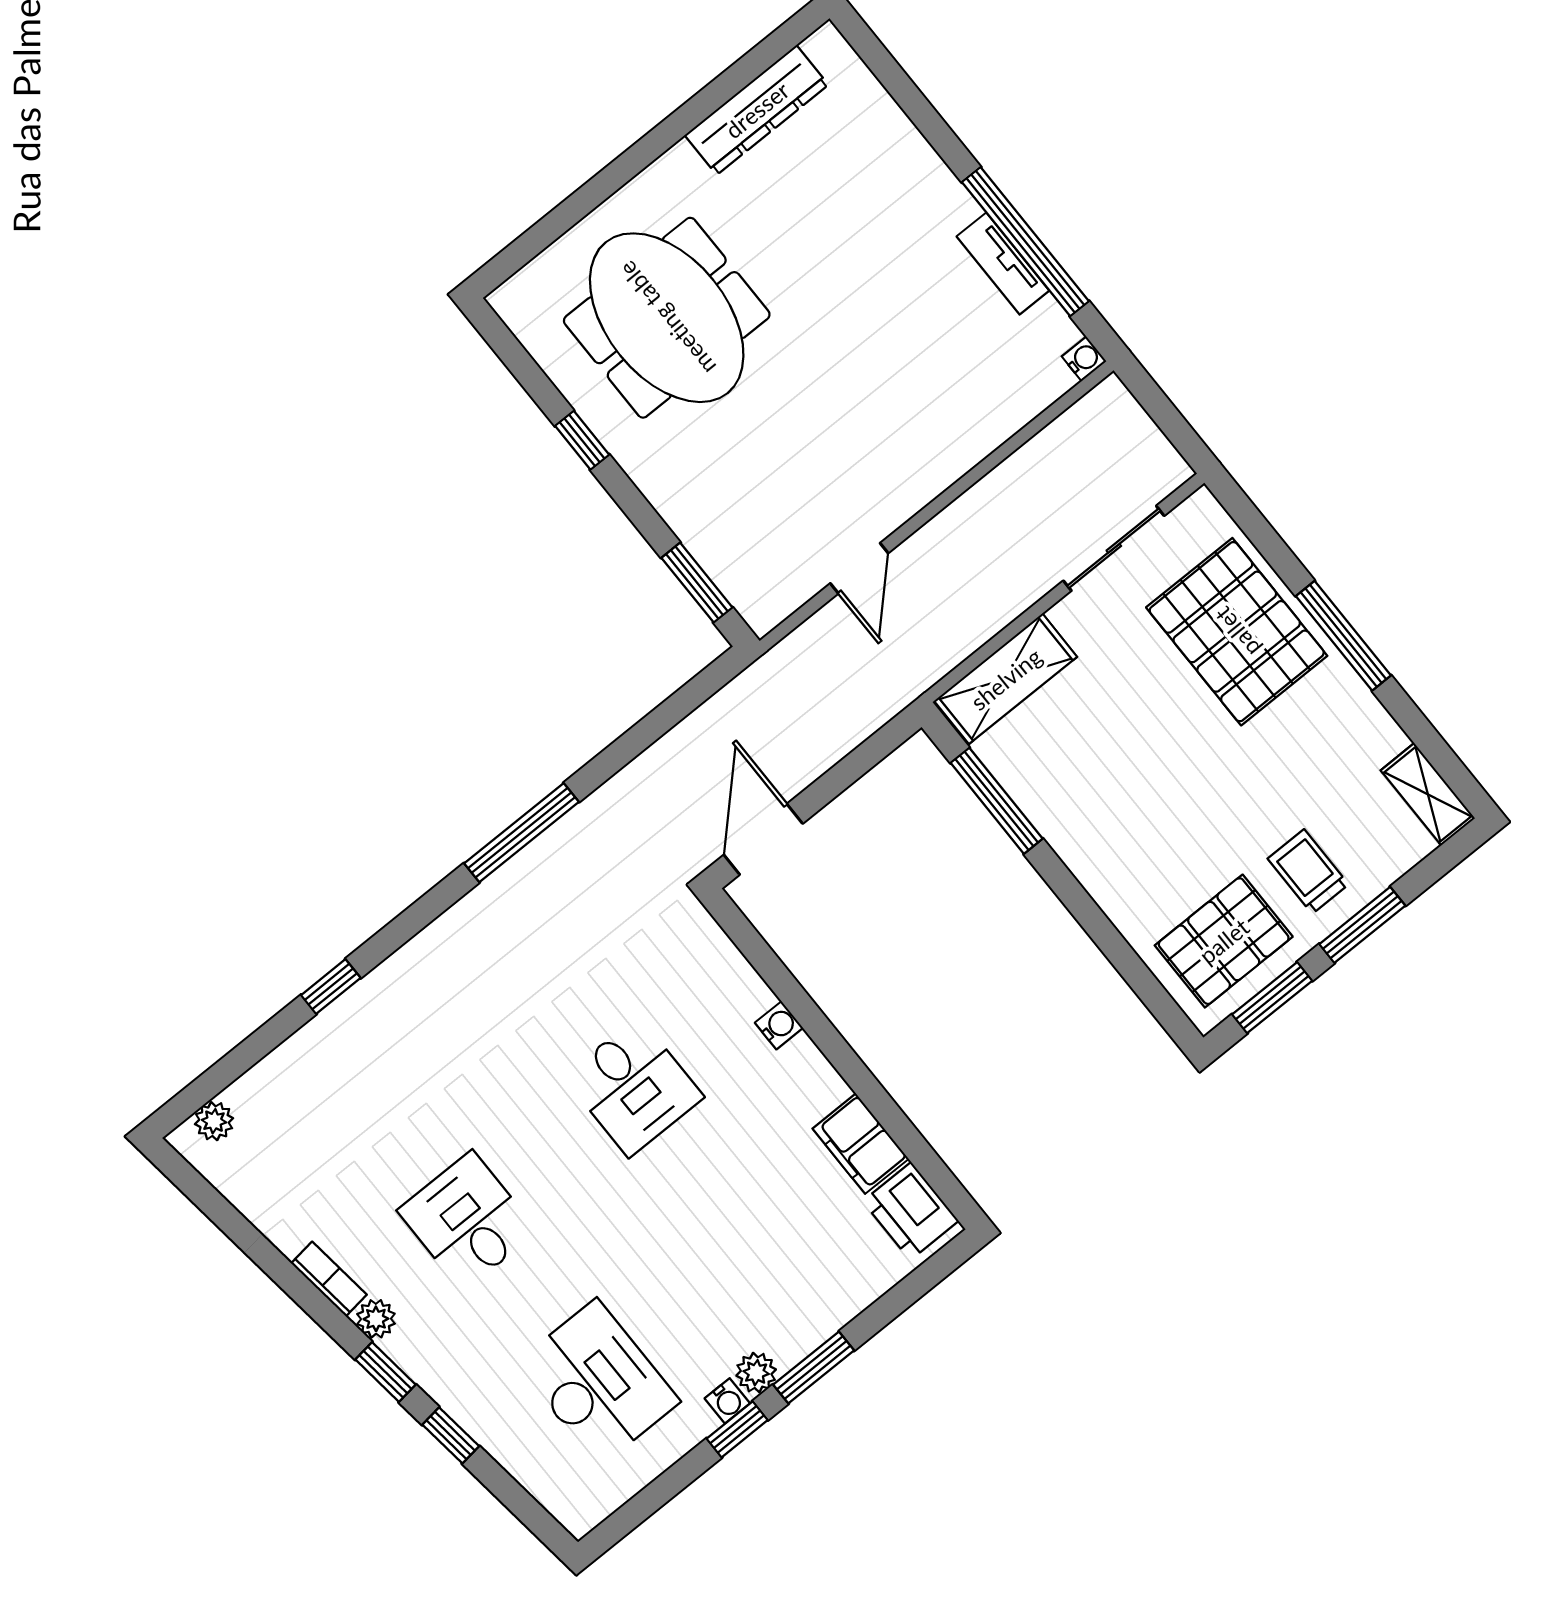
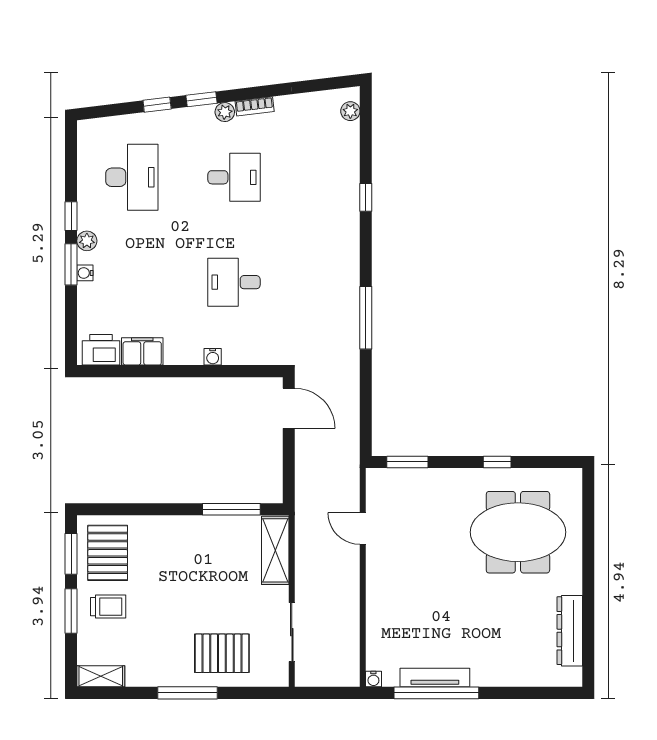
tv unit: (1003, 264) -> (435, 678), width x1.41
pallet: (1237, 632) -> (222, 653), width x0.73, depth x0.71
desk: (598, 1383) -> (132, 177), turned -90
water cooler: (727, 1401) -> (85, 273), moved

